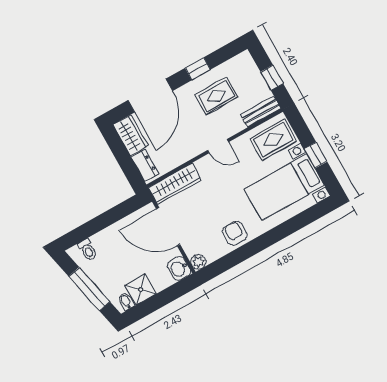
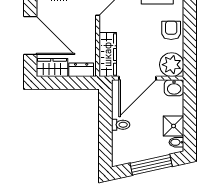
armchair: (235, 233) -> (171, 30), turned 90
toilet: (88, 250) -> (121, 125), moved
plant: (198, 262) -> (172, 65), width x1.88, depth x1.88

